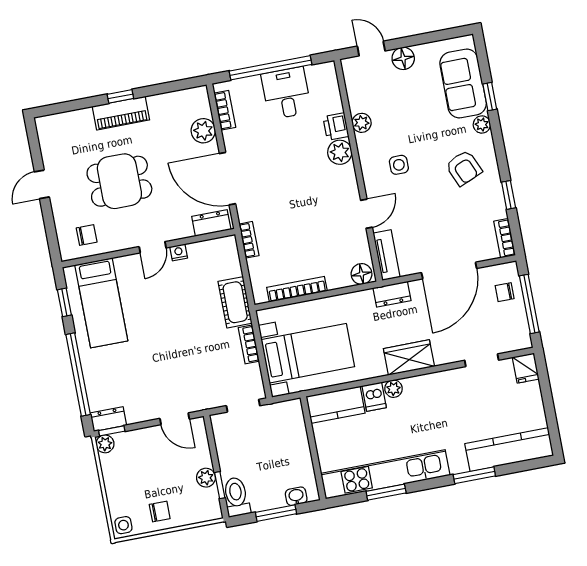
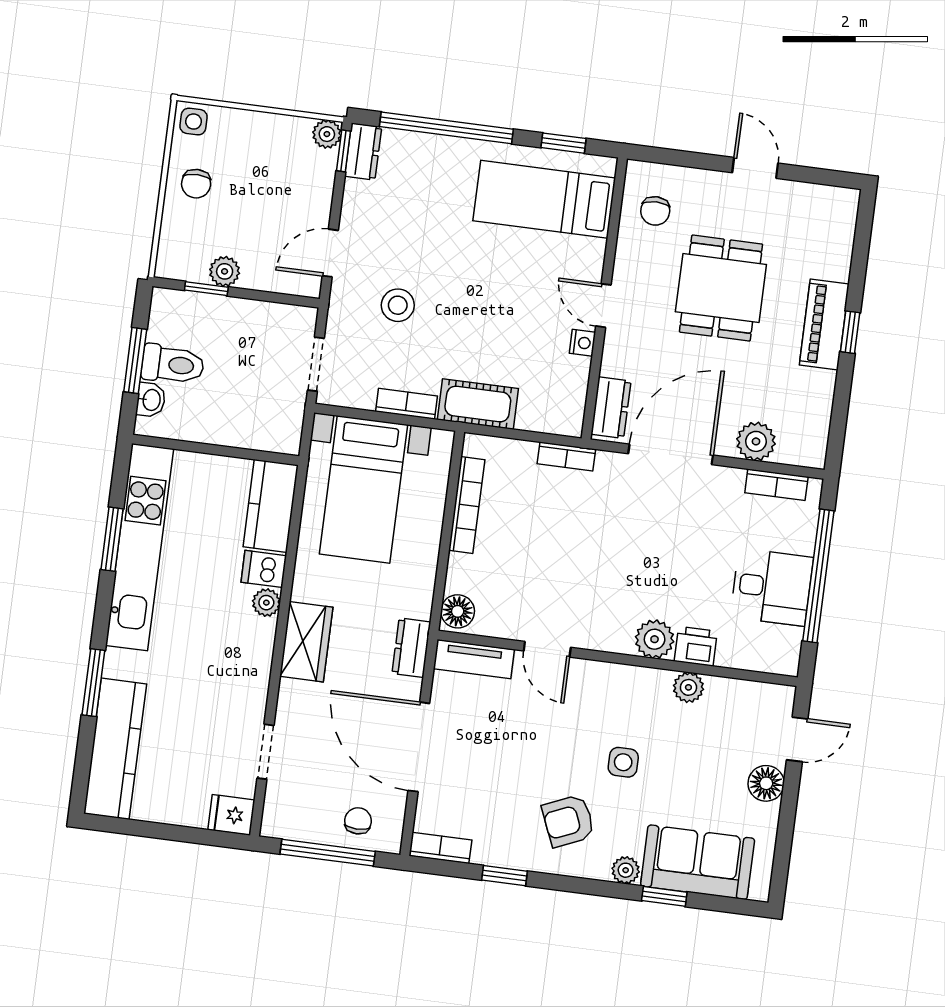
side table: (399, 165) -> (623, 762), moved
stool: (192, 369) -> (398, 305), added
toilet: (236, 497) -> (173, 364), moved

